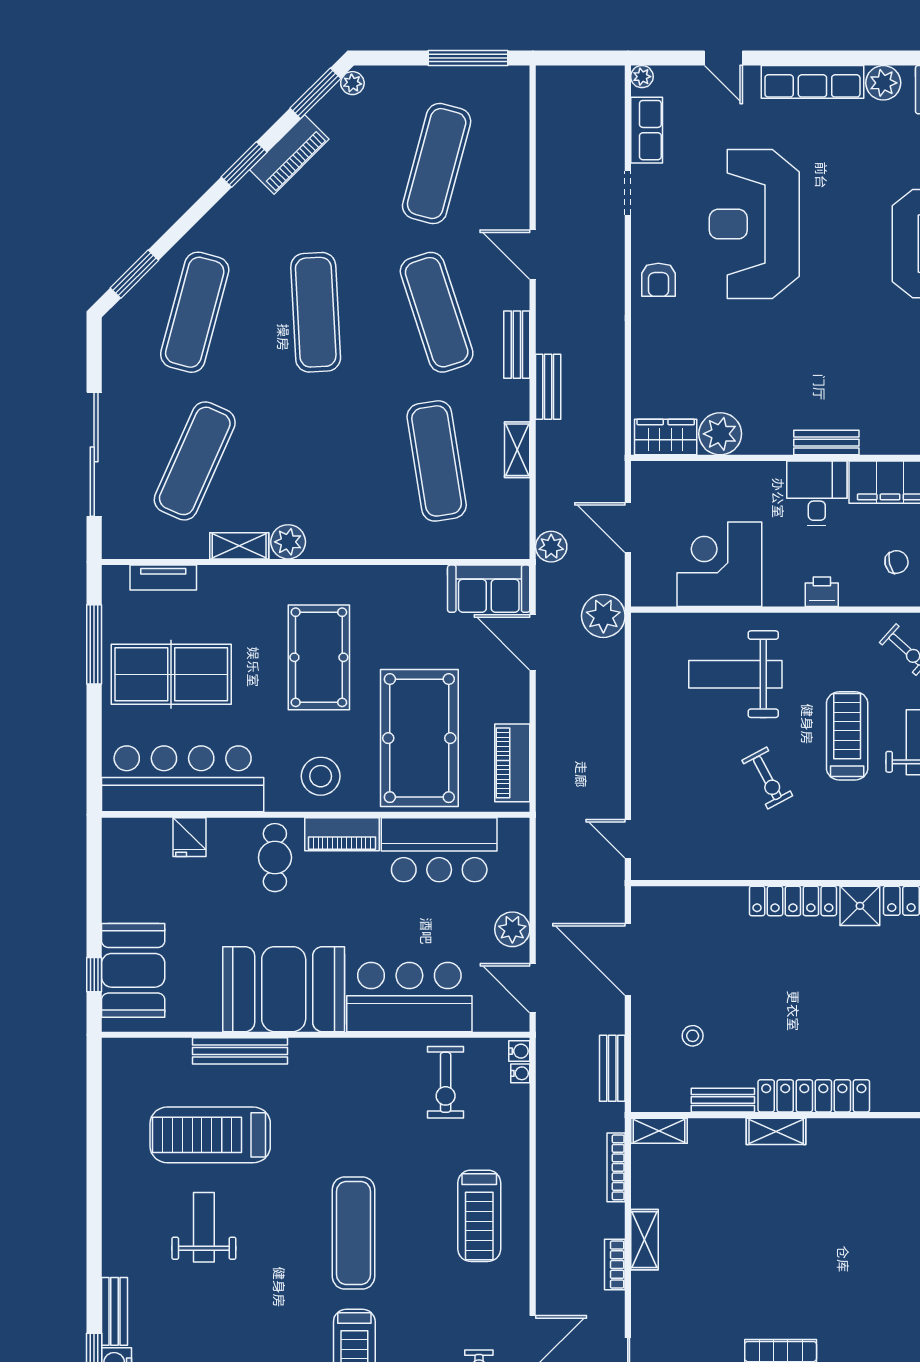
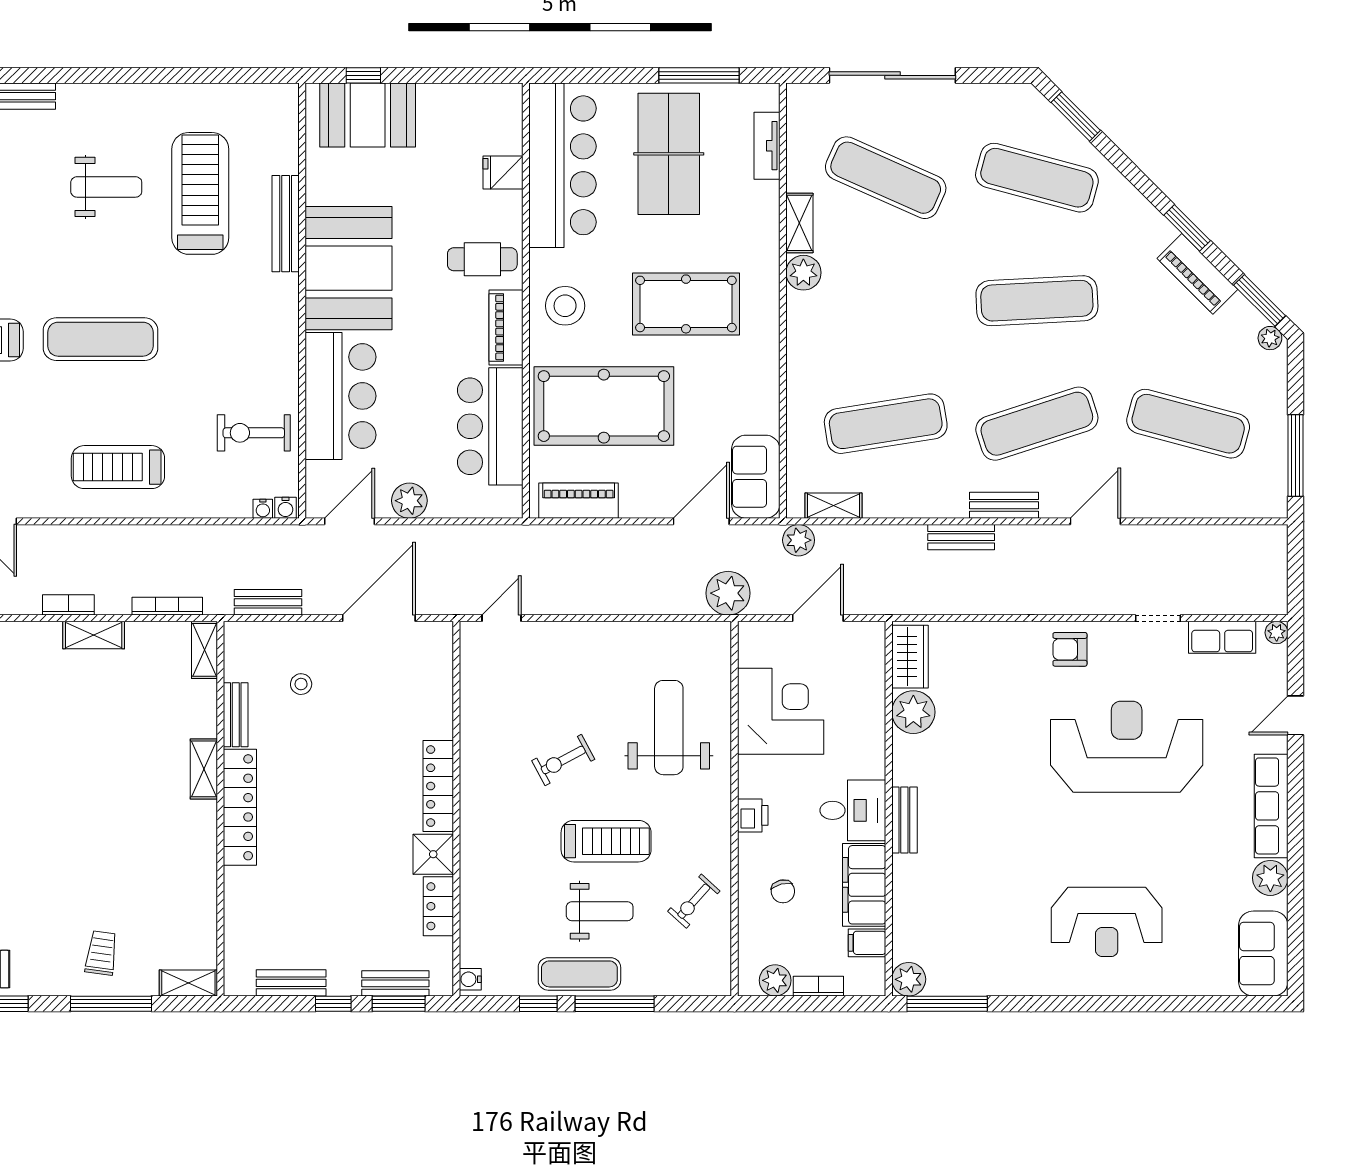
shelving: (517, 450) -> (833, 506), moved

